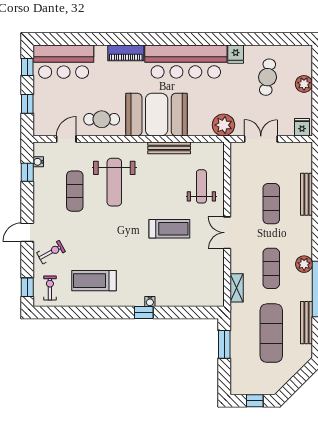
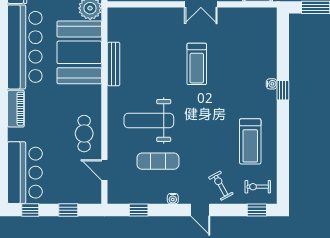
booth: (157, 115) -> (79, 52), moved
water cooler: (38, 162) -> (173, 199), moved
weight bench: (114, 182) -> (149, 120), turned 180
weight bench: (201, 186) -> (153, 31), removed
treadmill: (169, 229) -> (197, 64), turned 180

